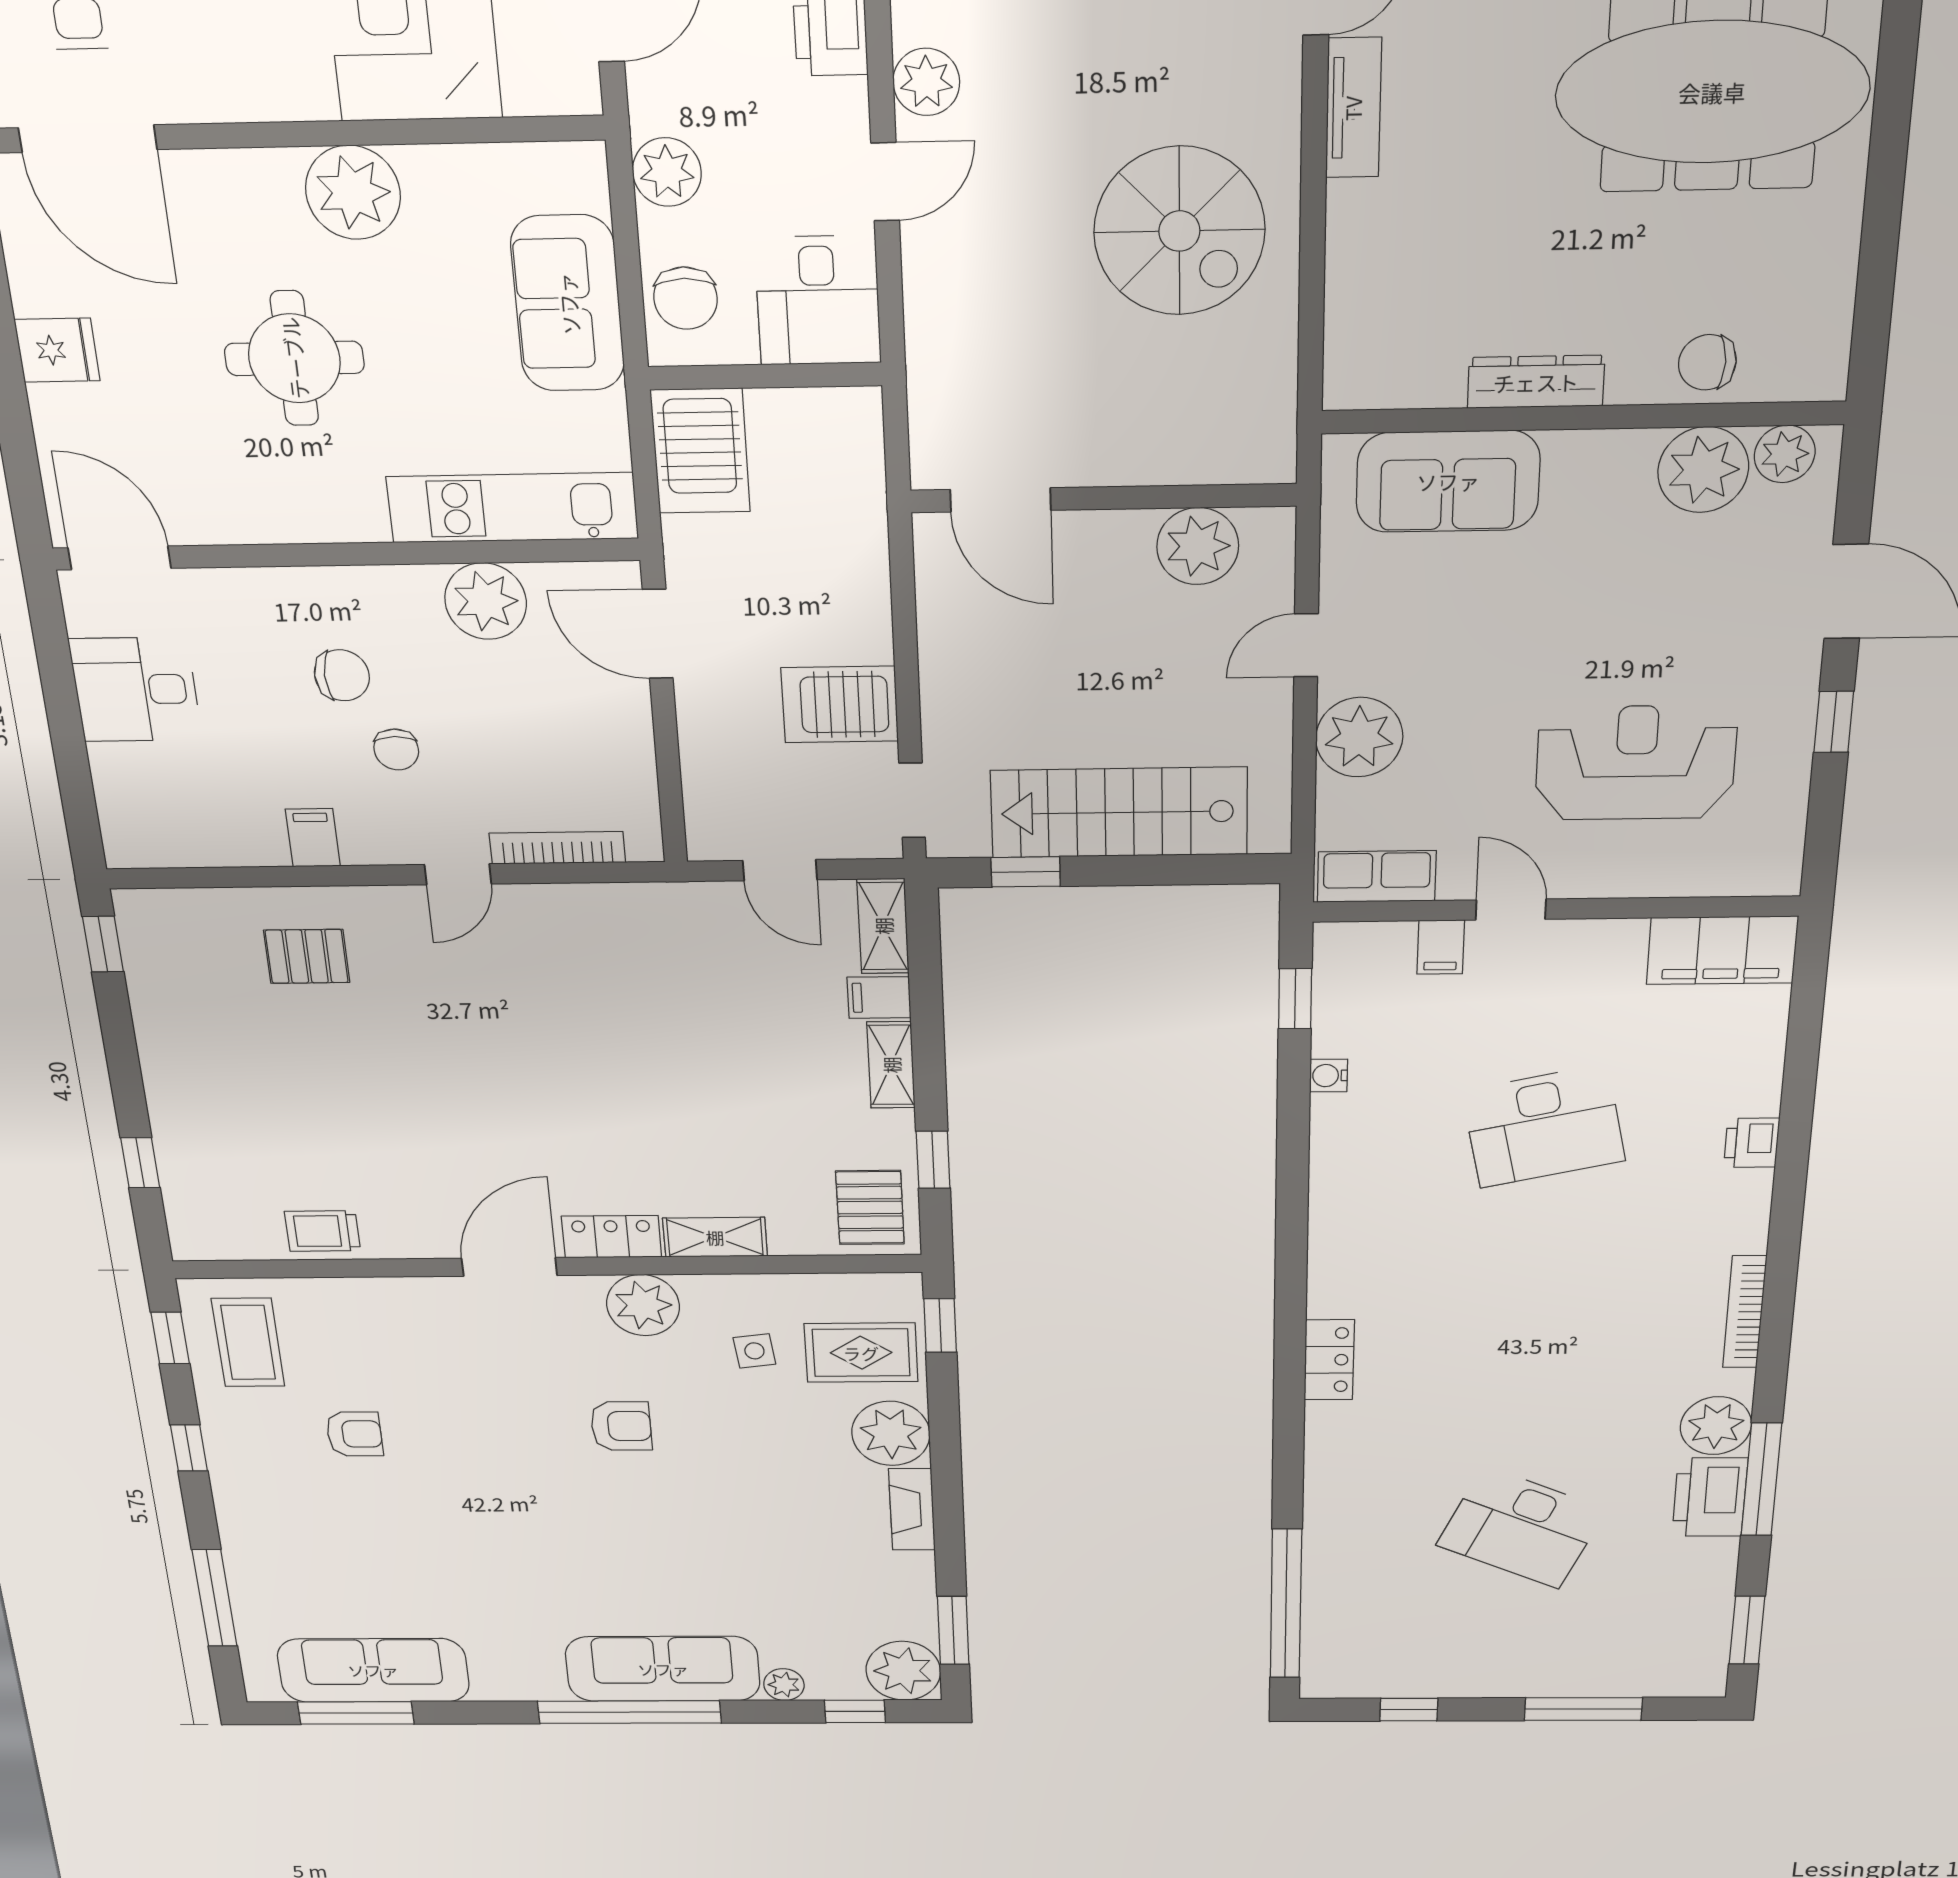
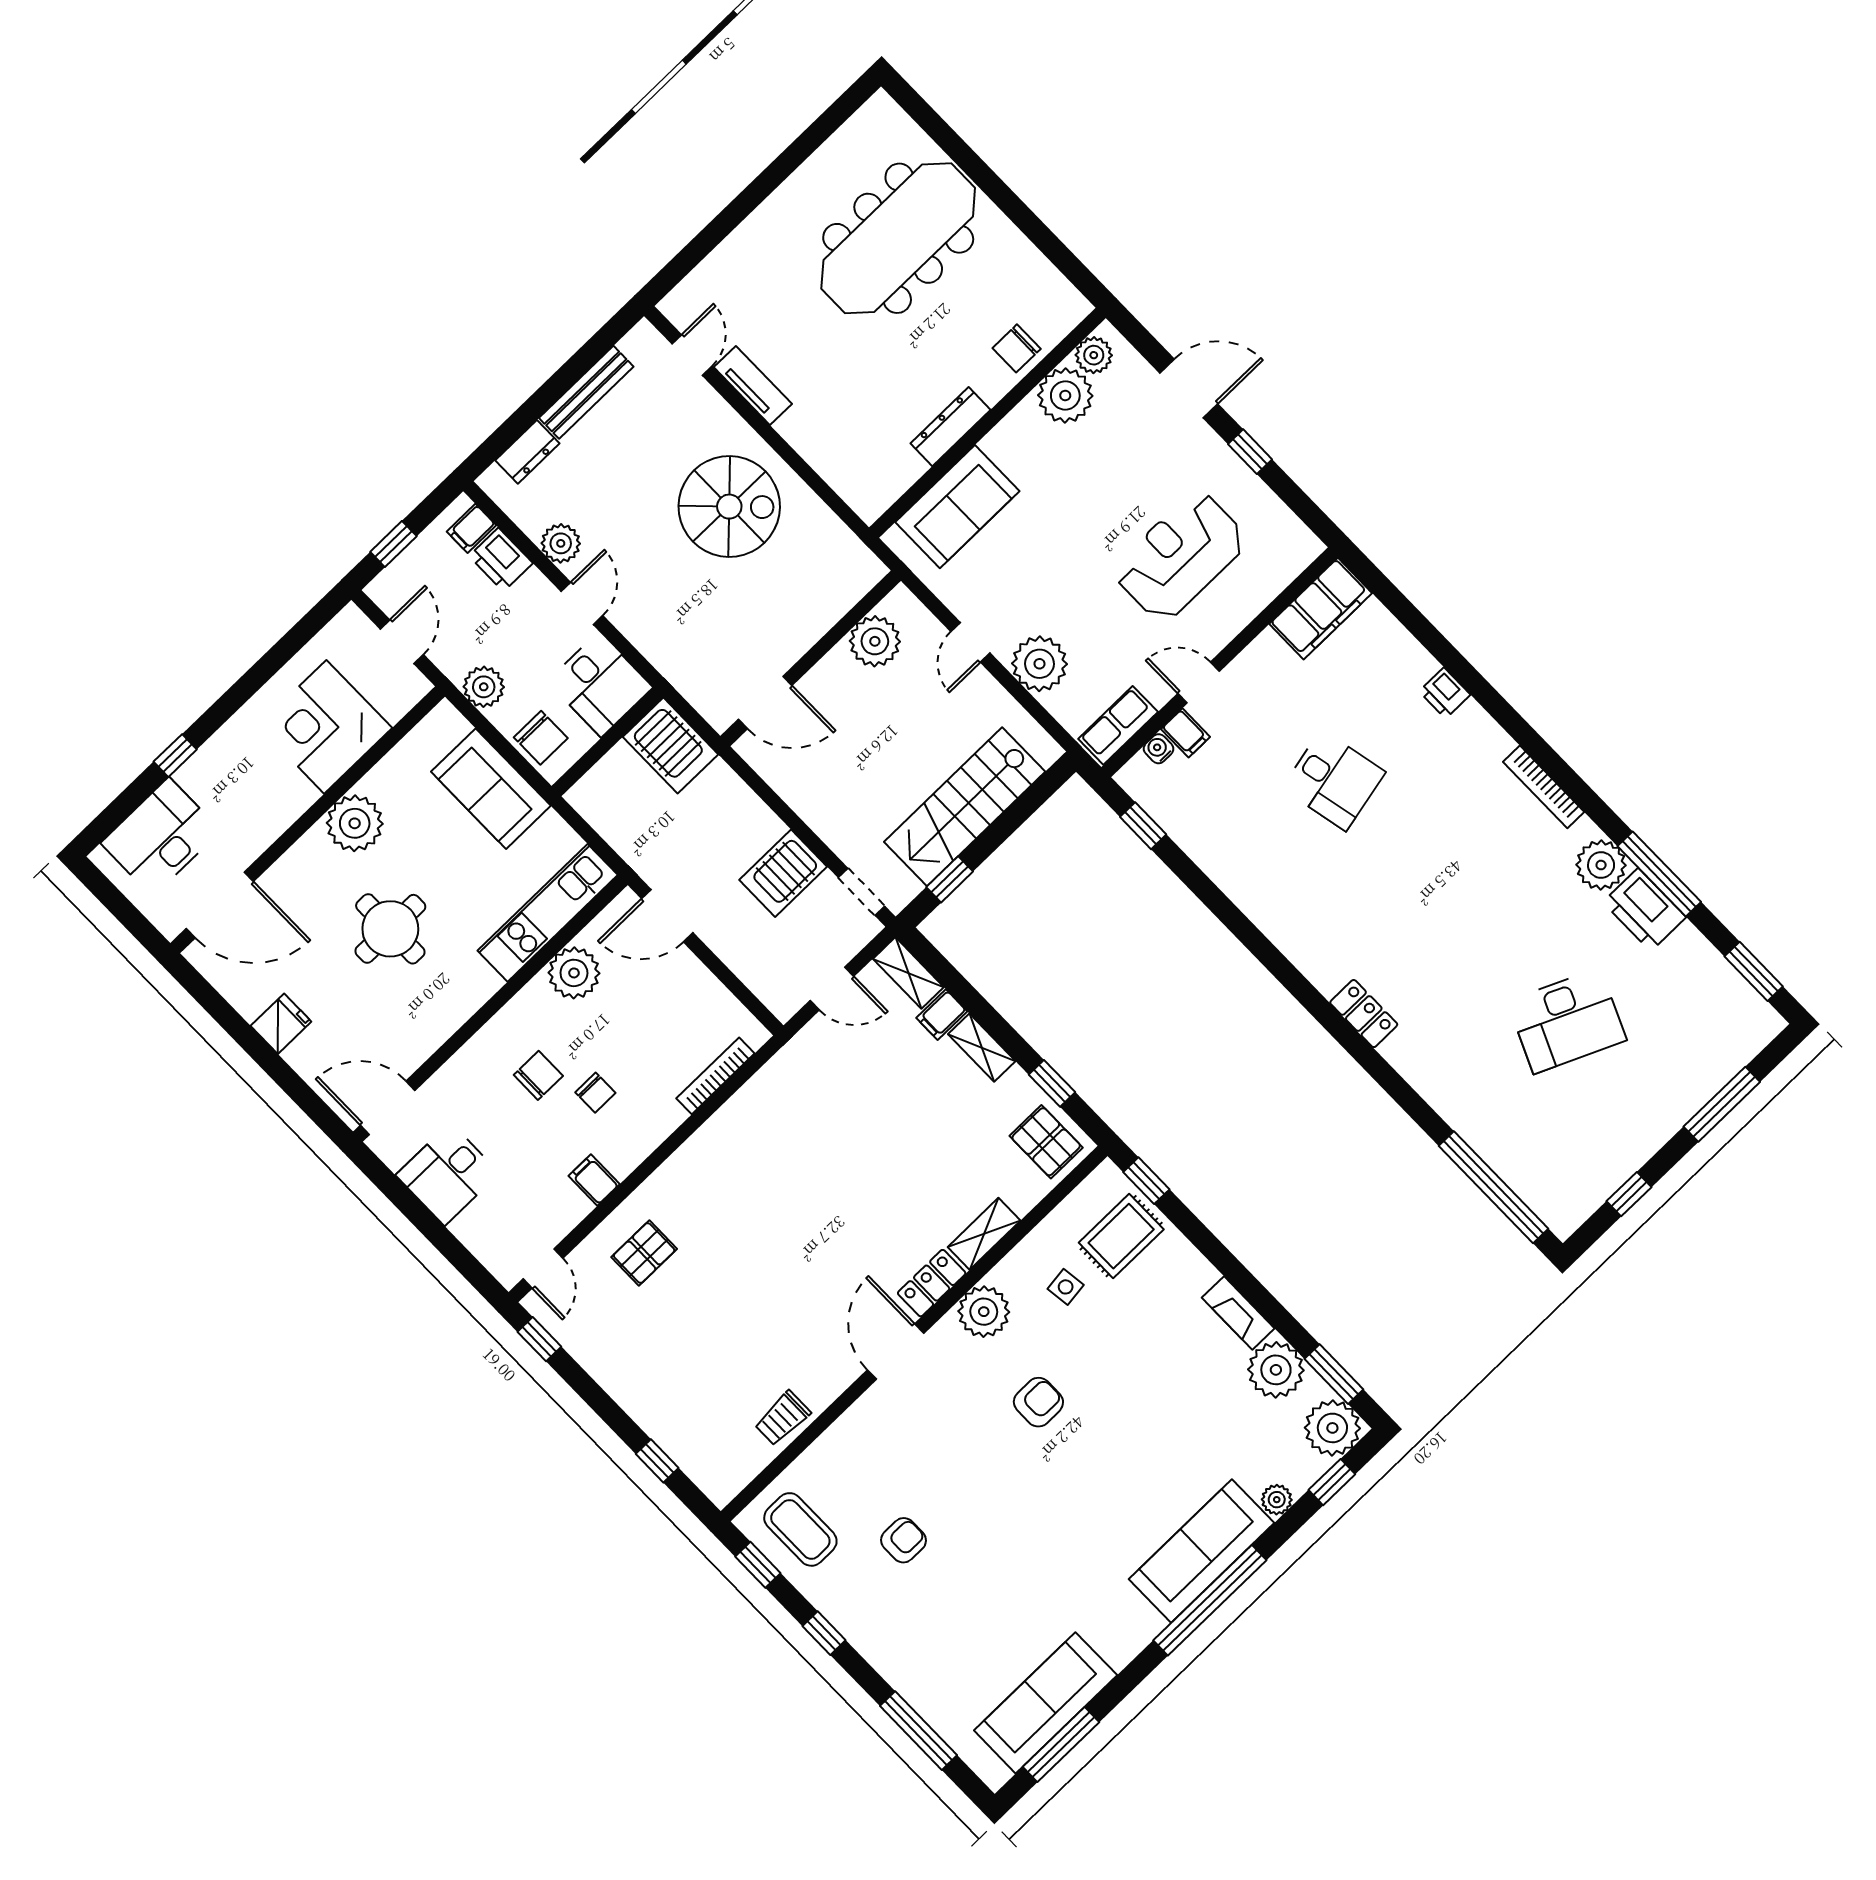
server rack: (700, 451) -> (671, 746), moved
door: (458, 874) -> (543, 1268), moved
water cooler: (1329, 1076) -> (1159, 749), moved, turned 90
desk: (1544, 1126) -> (1334, 780), width x0.73
plant: (891, 1433) -> (1276, 1370), moved

